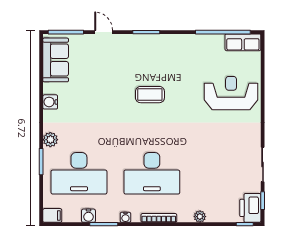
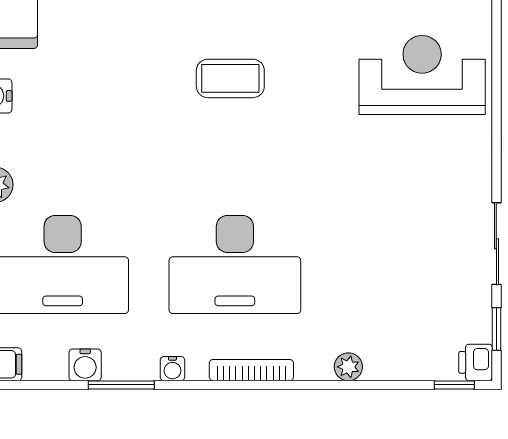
printer: (250, 208) -> (476, 362), width x0.53, depth x0.68

